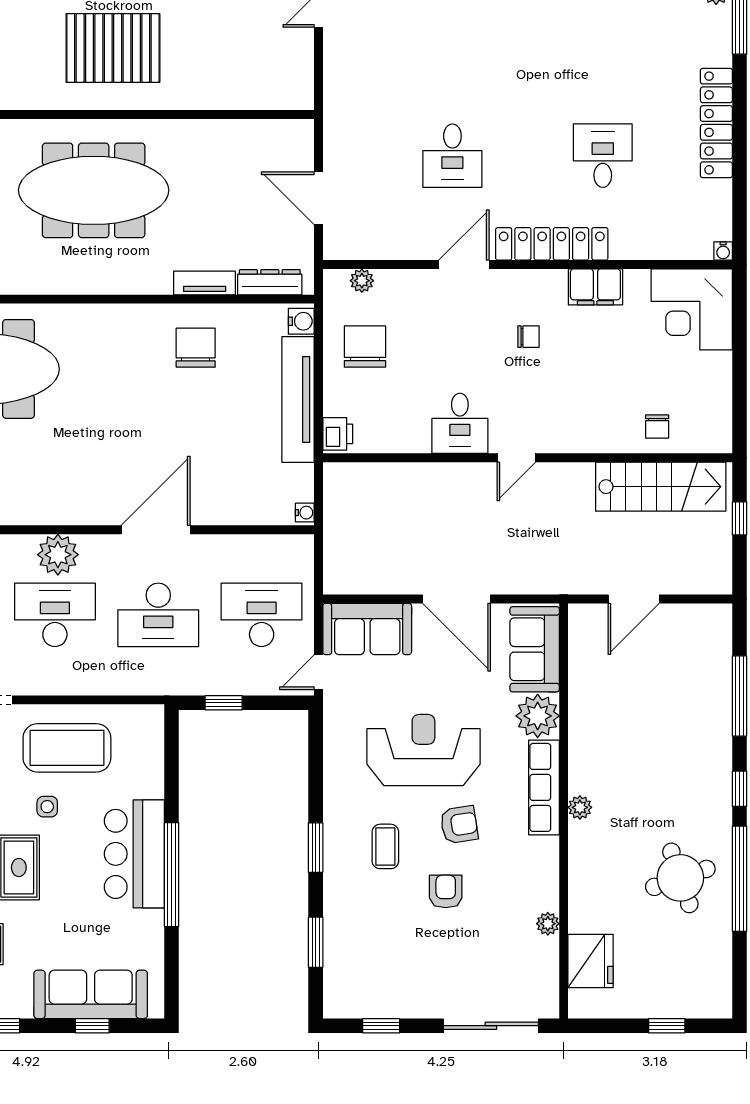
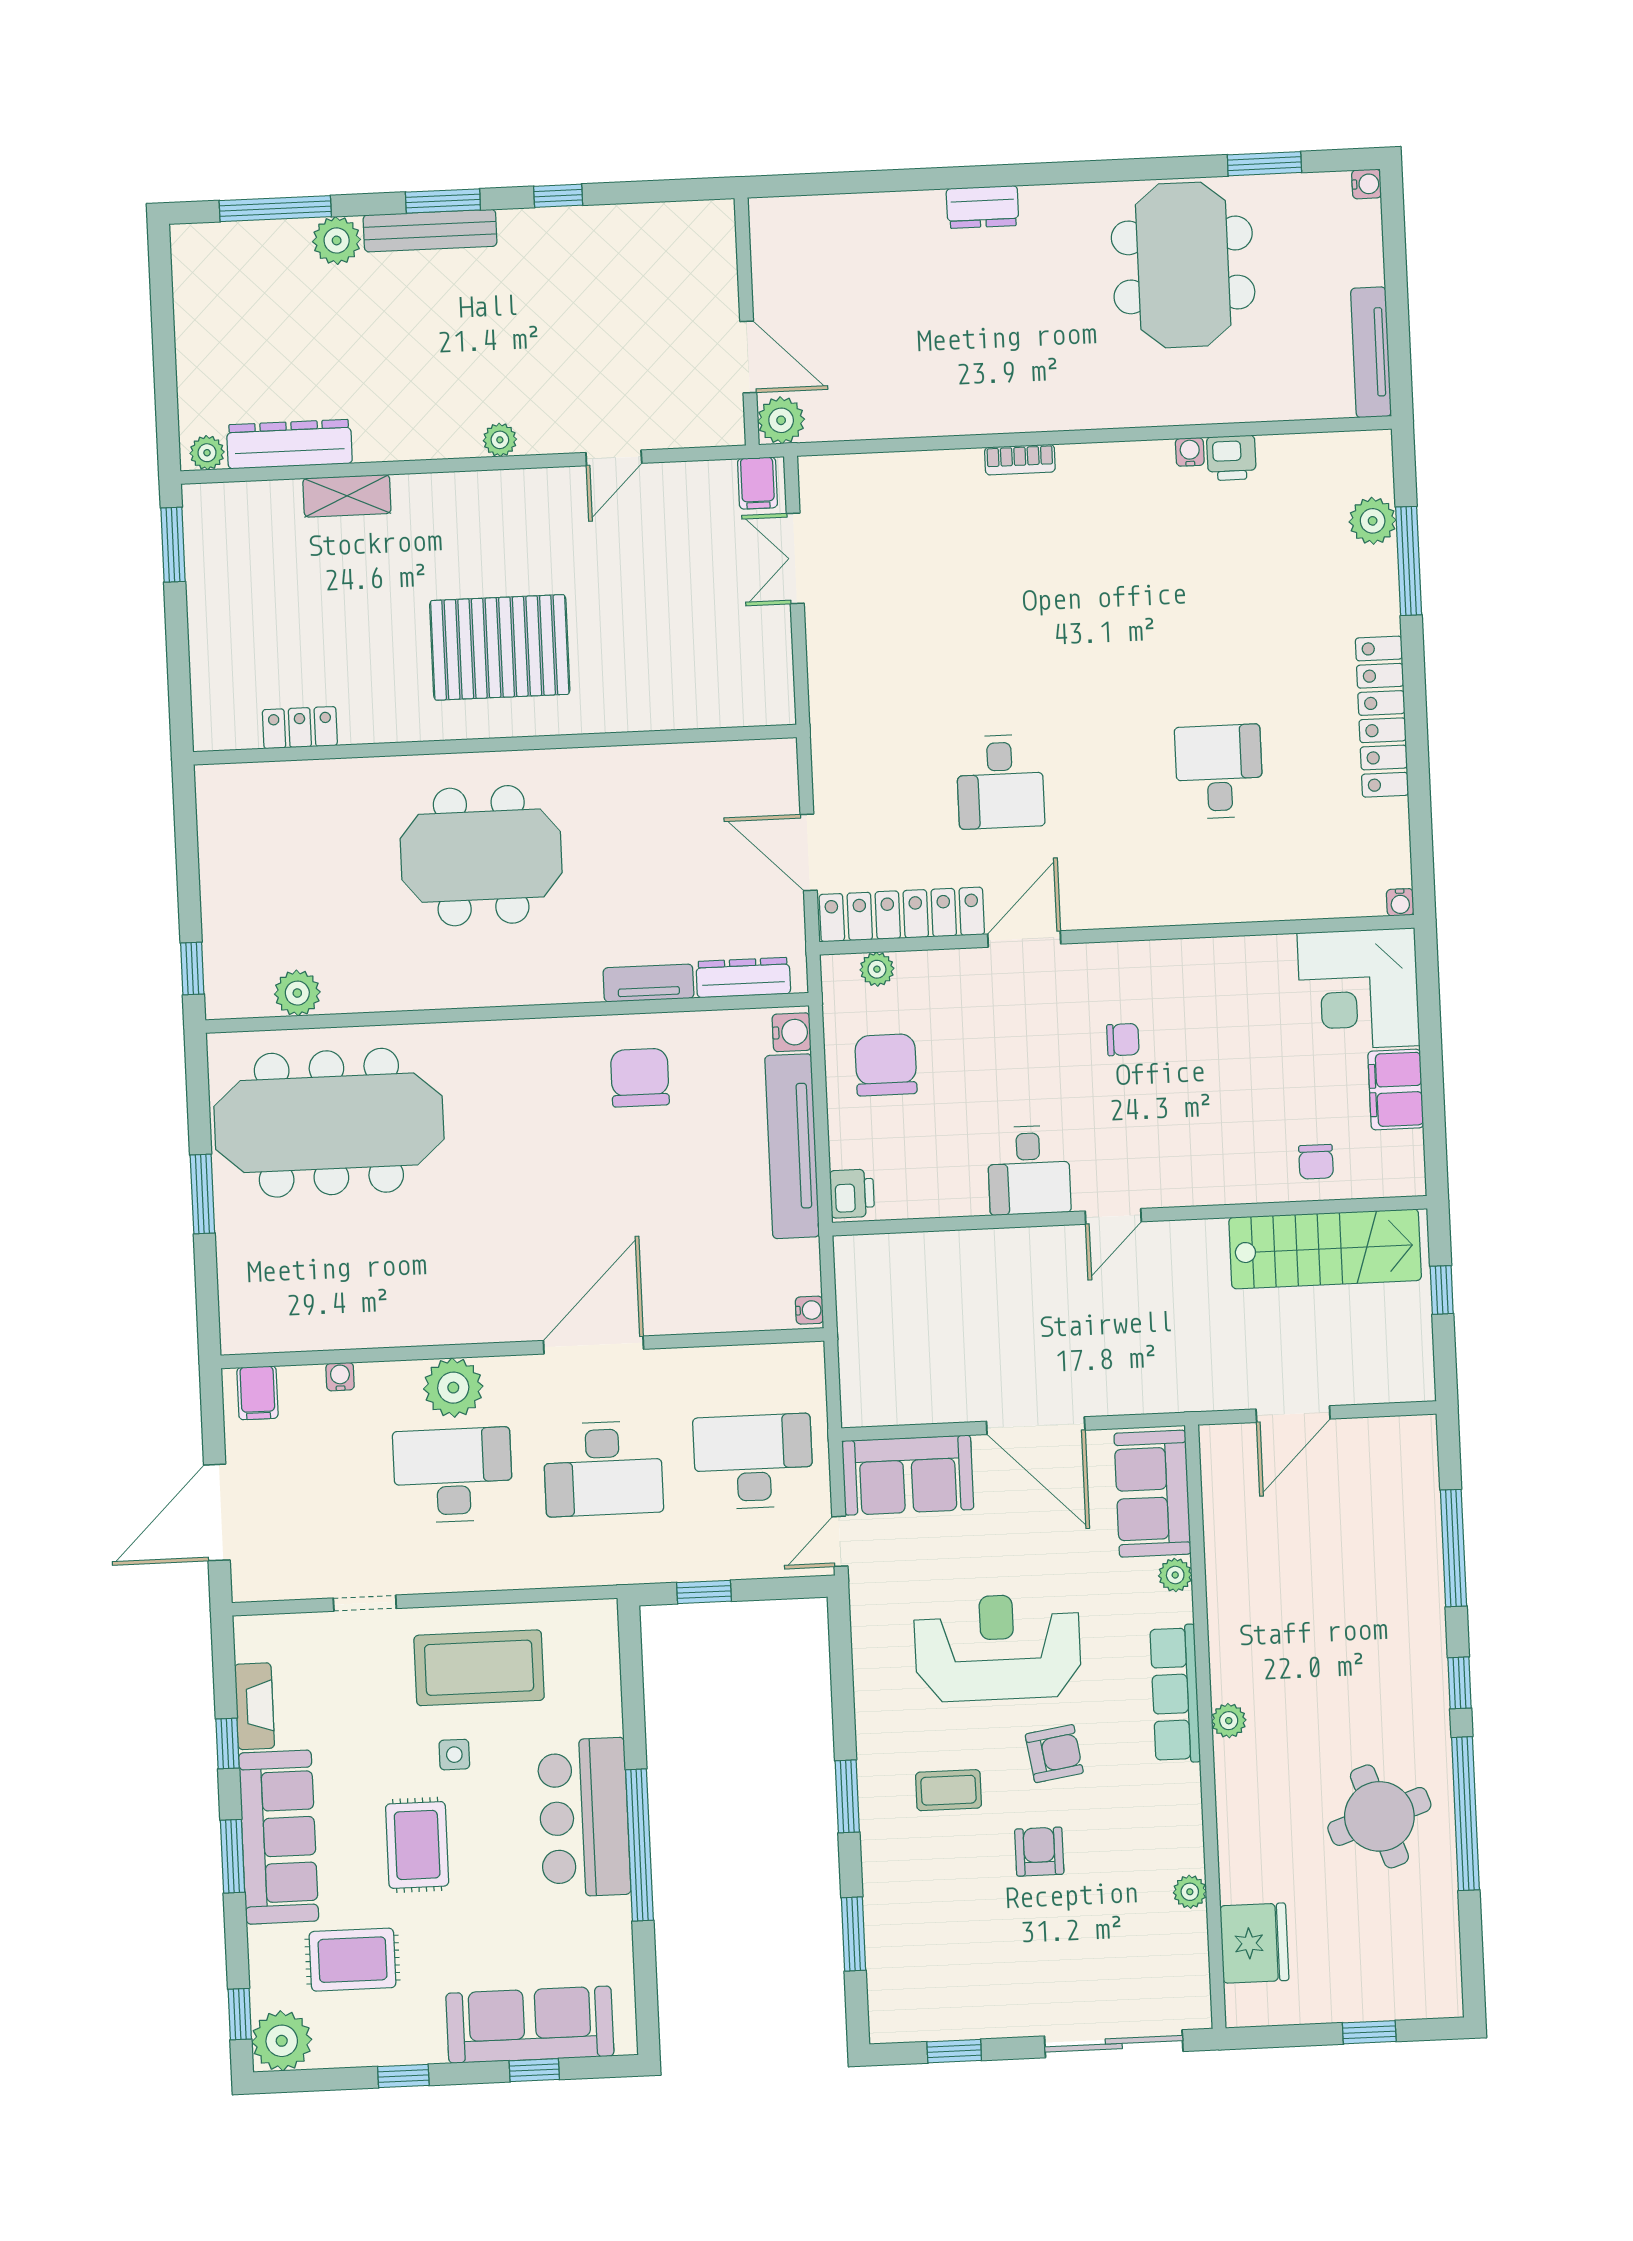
meeting table: (94, 190) -> (481, 856), width x0.73
locker: (552, 244) -> (902, 914), moved
filing cabinet: (595, 287) -> (1396, 1089), moved, turned 90
plant: (538, 716) -> (1175, 1575), width x0.53, depth x0.53
coffee table: (385, 846) -> (948, 1790), turned 90

